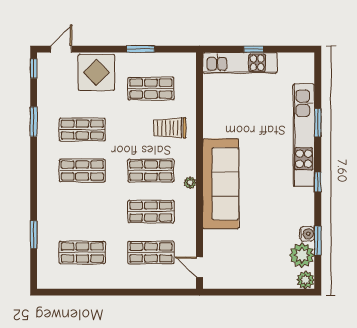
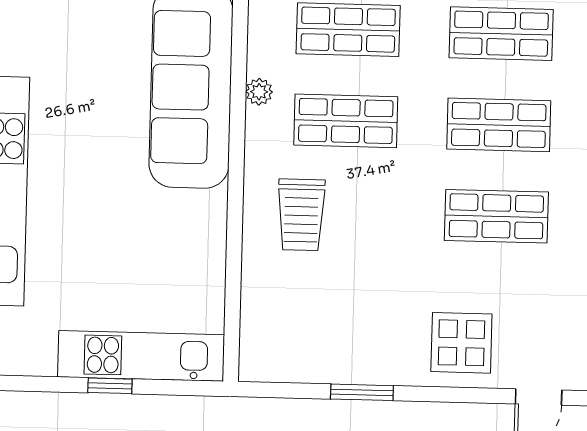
display table: (96, 72) -> (461, 343), width x0.73, depth x0.73
shop shelf: (151, 89) -> (501, 34), moved
trolley: (170, 128) -> (301, 215), turned 90

